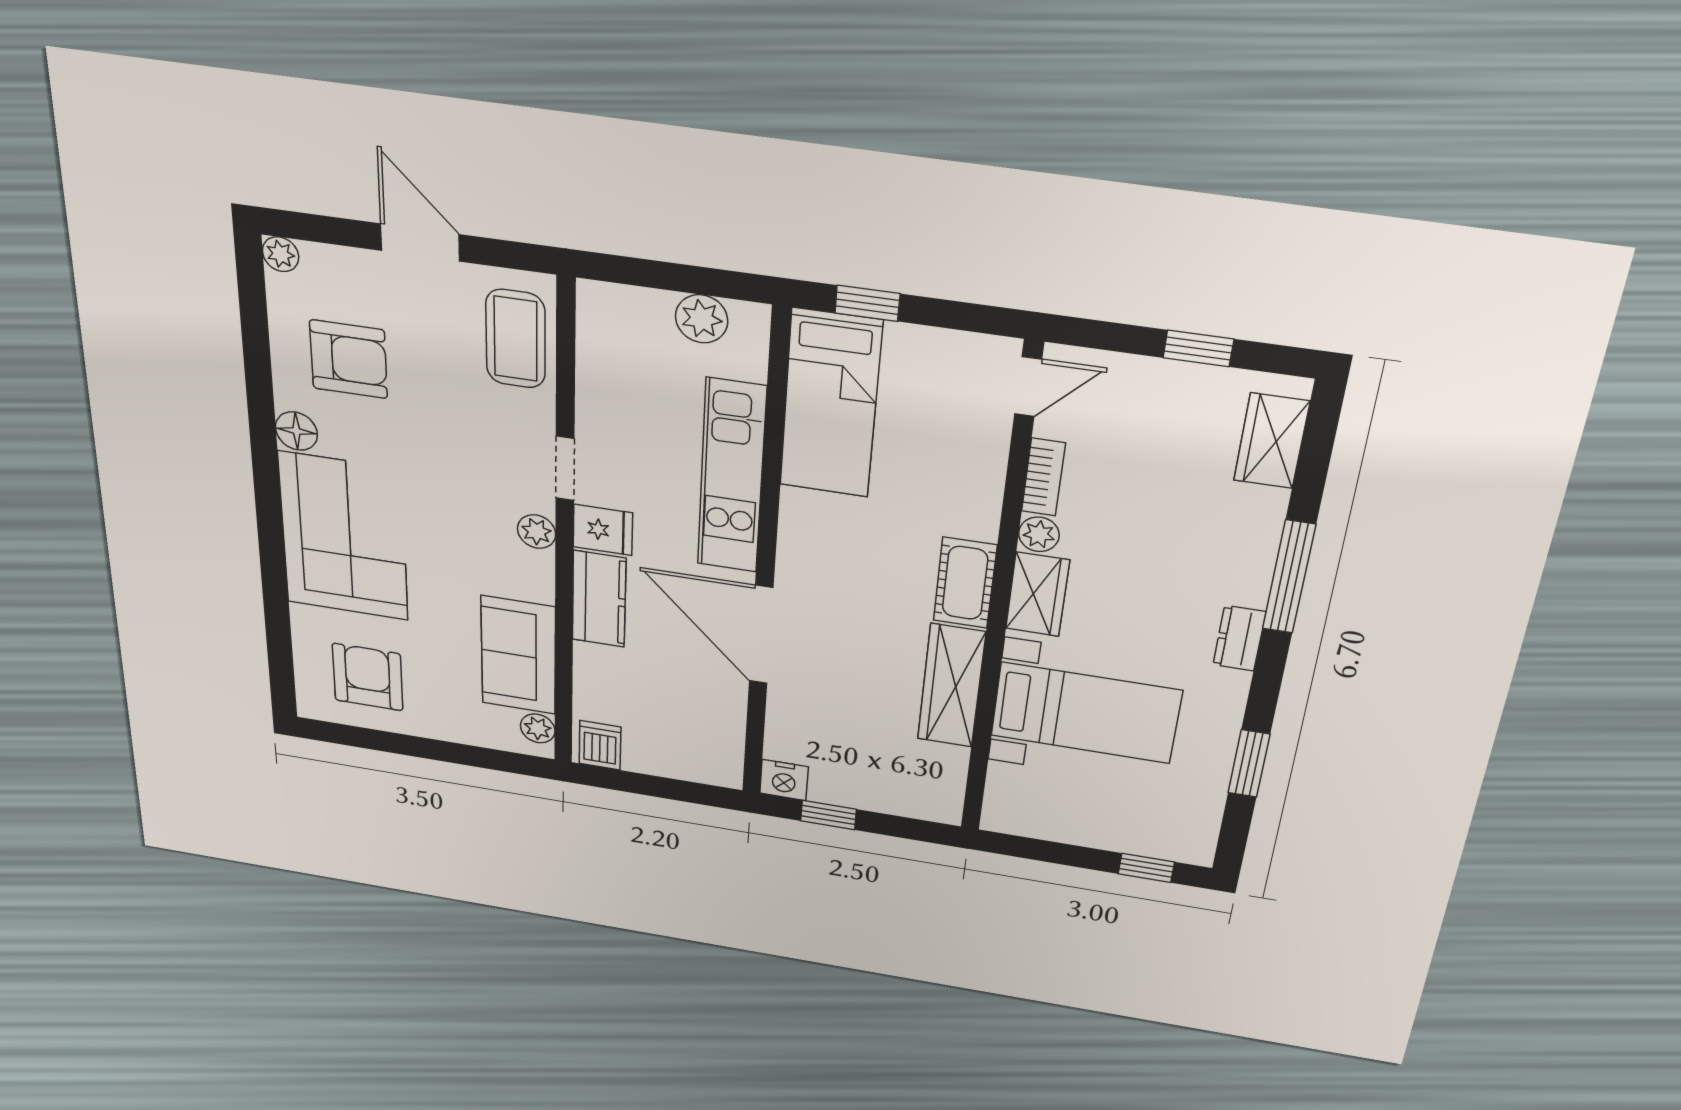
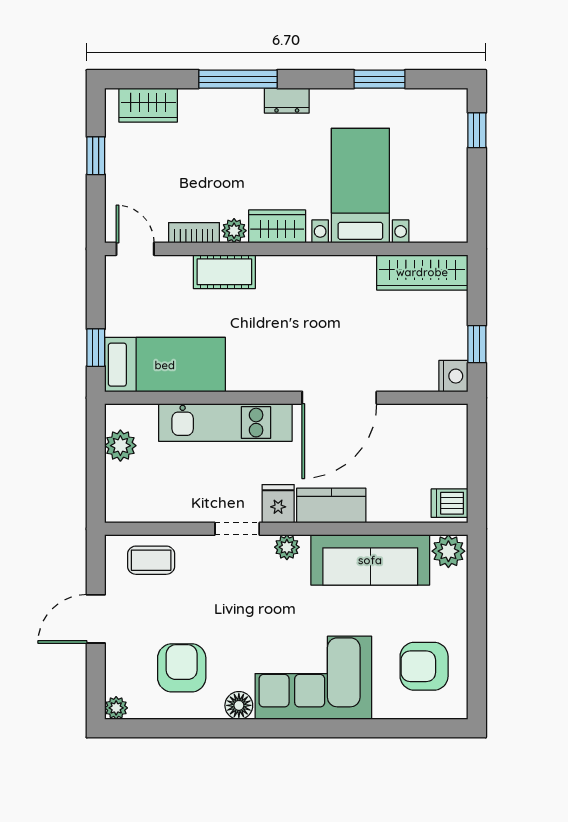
coffee table: (516, 339) -> (151, 560), width x0.73, depth x0.77
cot: (965, 583) -> (224, 272), moved
sofa: (518, 655) -> (370, 560), width x1.36
wardrobe: (951, 686) -> (422, 272), moved
plant: (538, 728) -> (448, 551), width x1.38, depth x1.38

